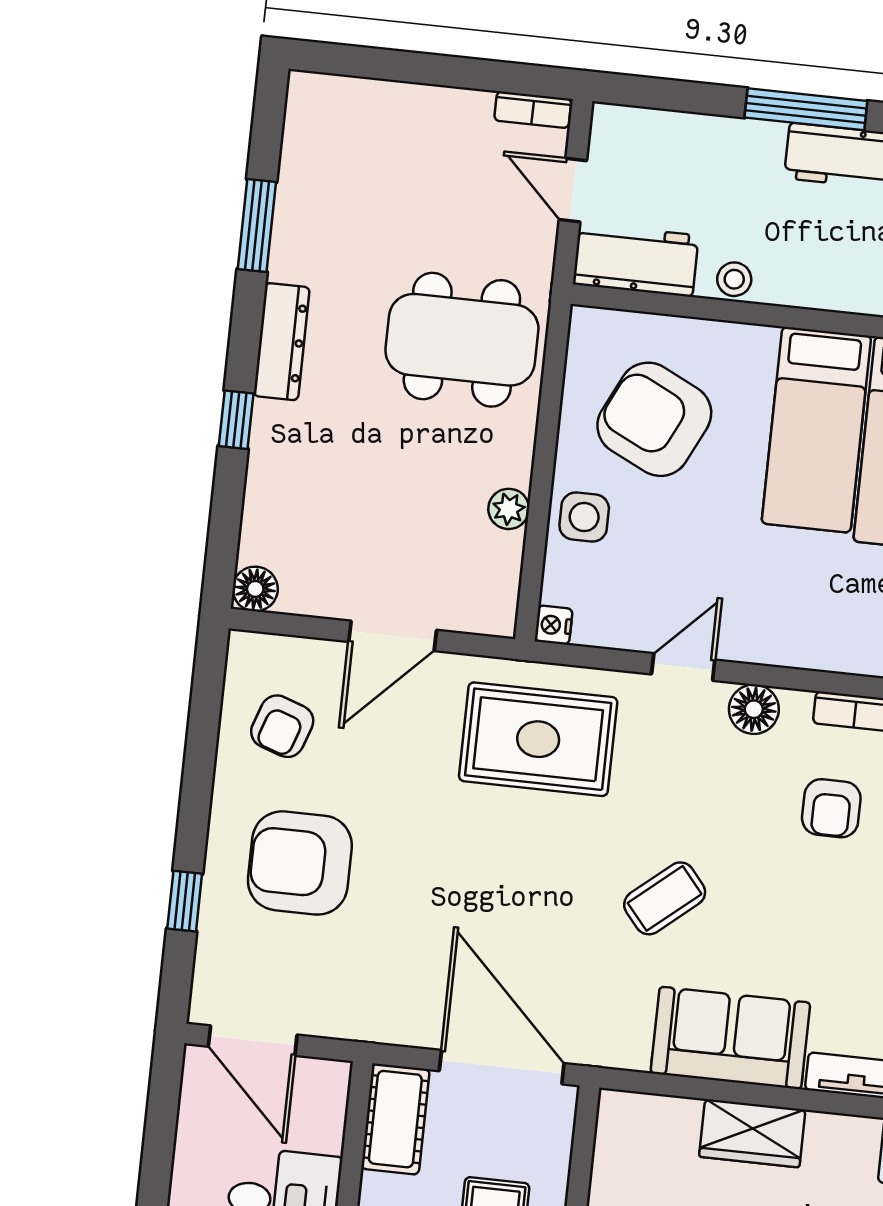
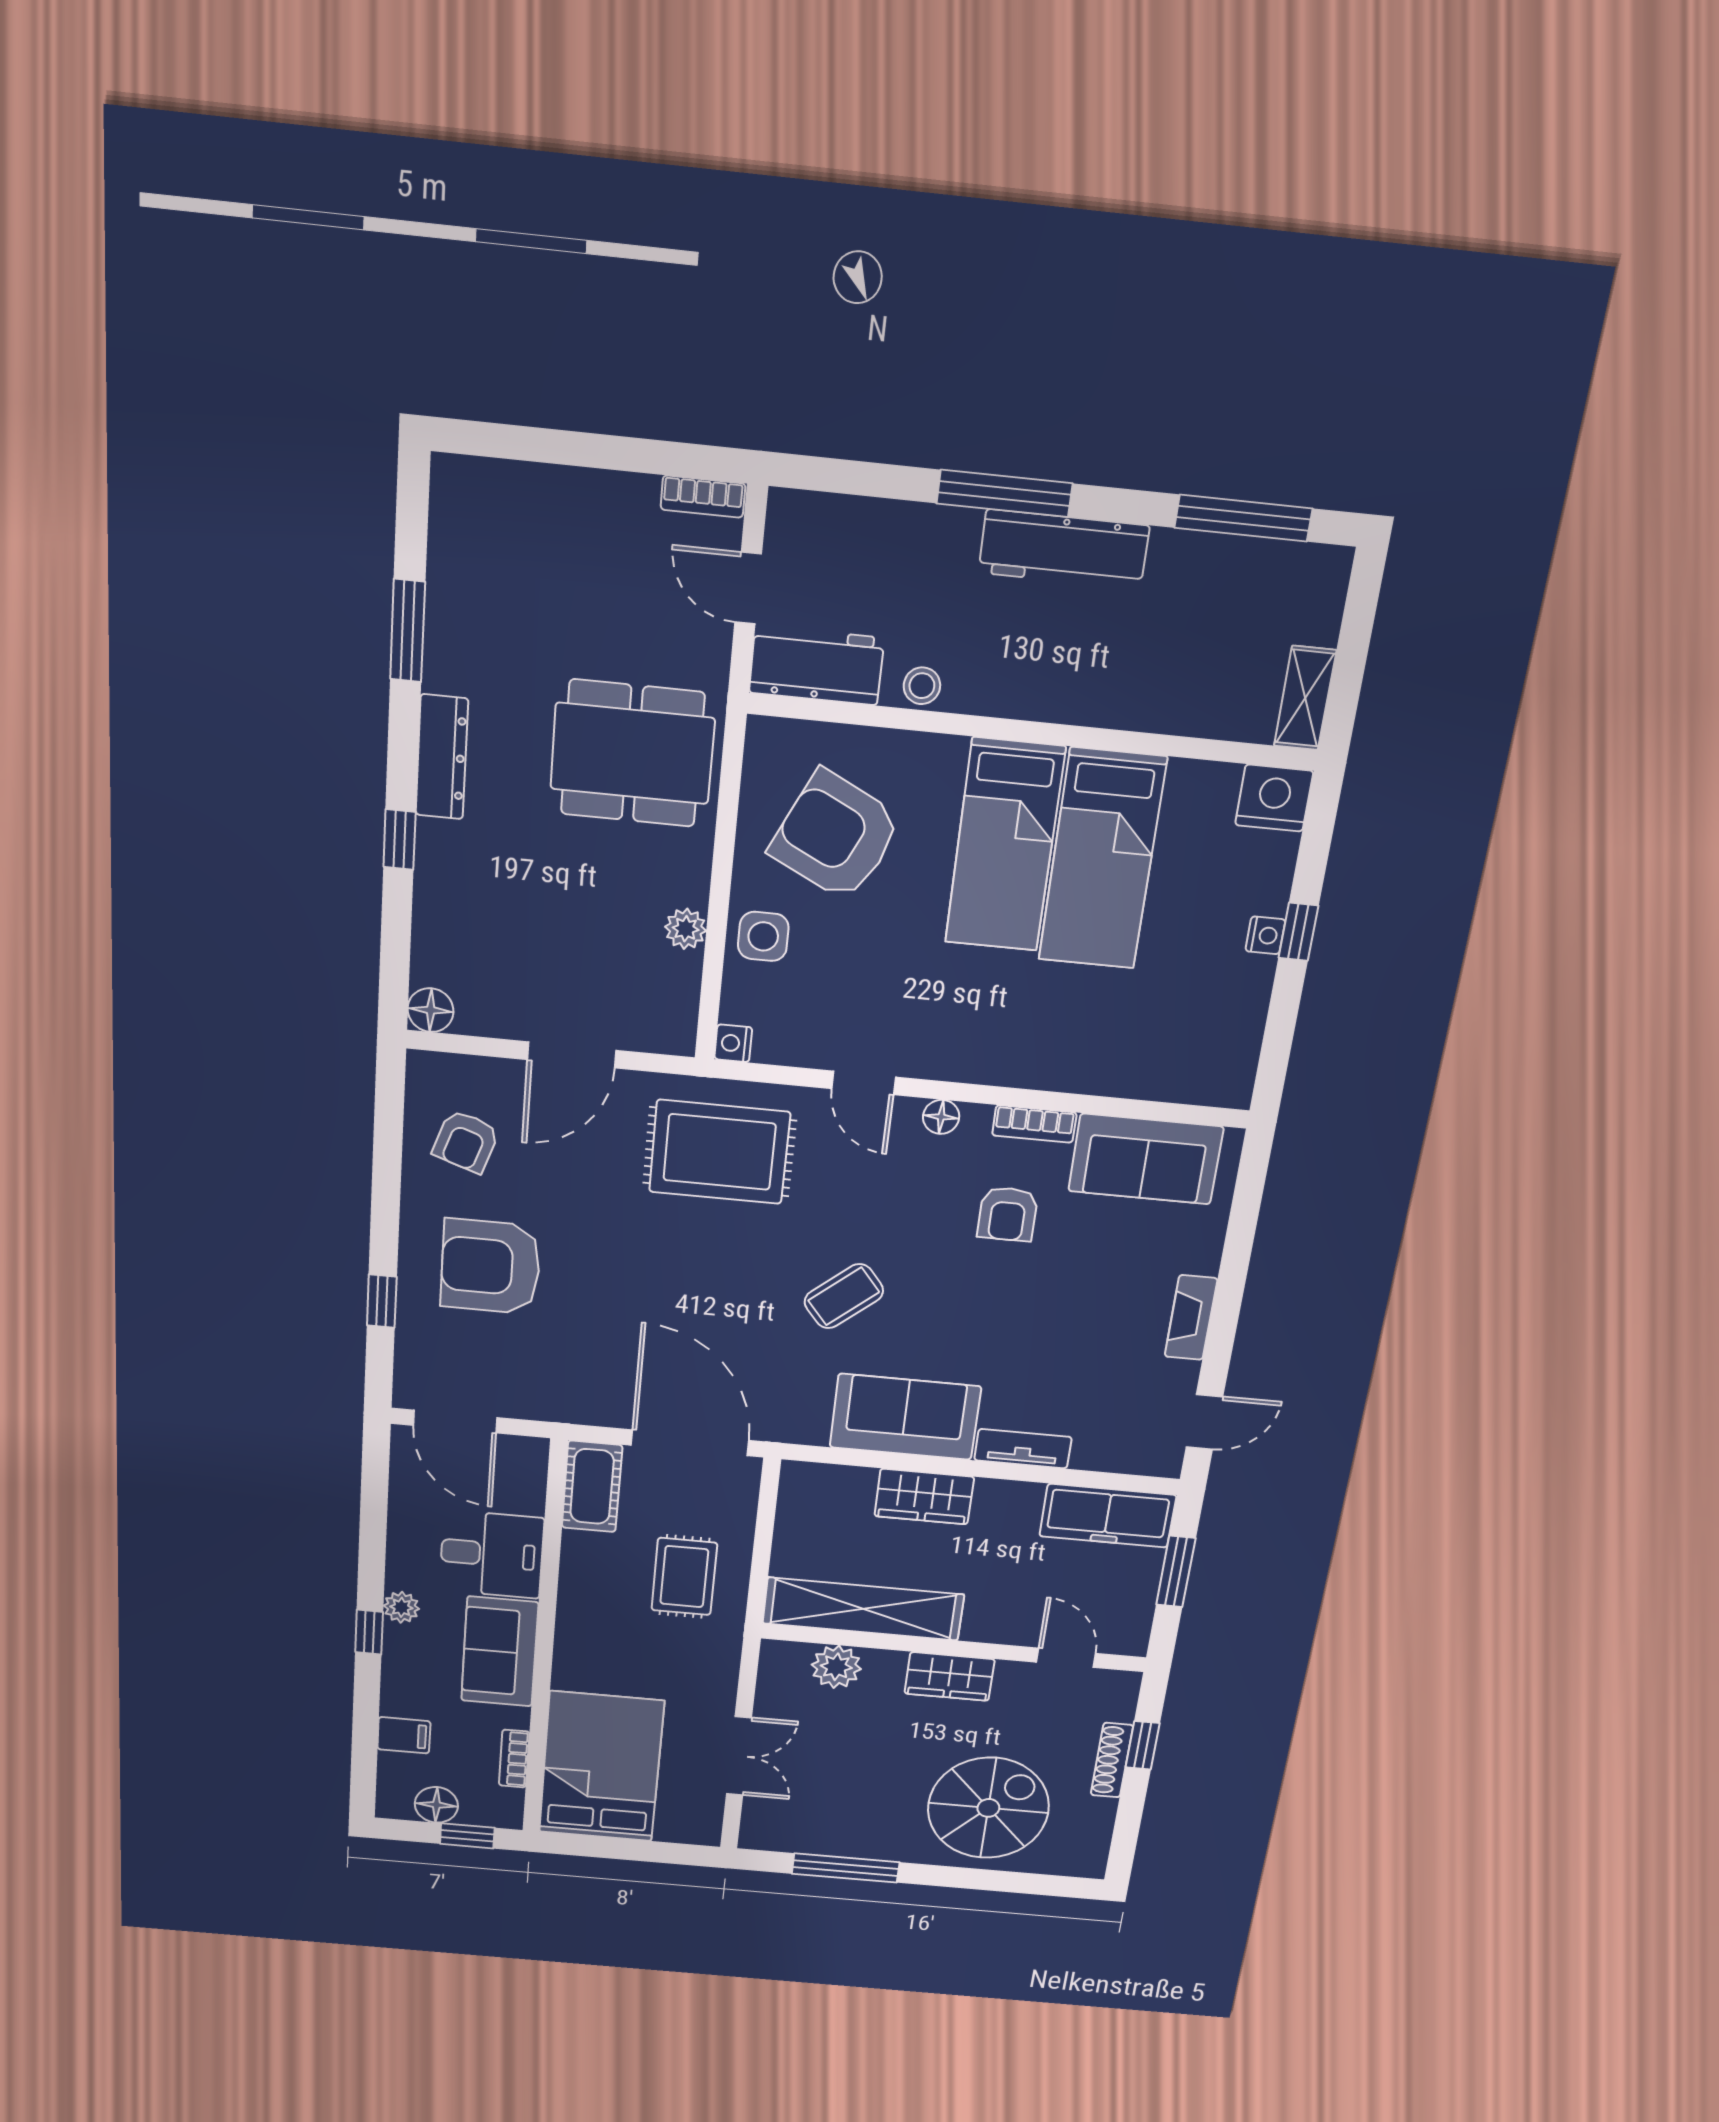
door: (683, 667) -> (864, 1083), swing flipped
floor lamp: (754, 709) -> (941, 1117), width x0.73, depth x0.73

